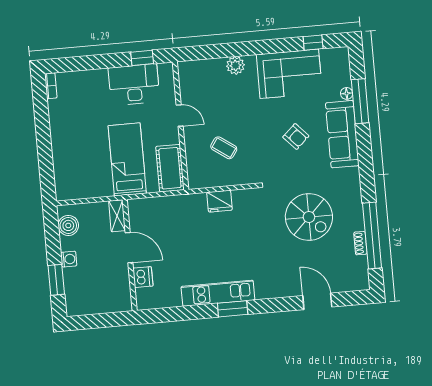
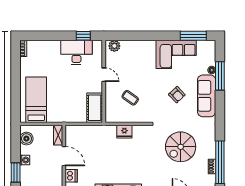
window: (313, 43) -> (193, 36), width x2.17
plant: (235, 65) -> (114, 46), moved
bed: (127, 159) -> (36, 100), moved
spiral stairs: (309, 217) -> (181, 147), turned 90

